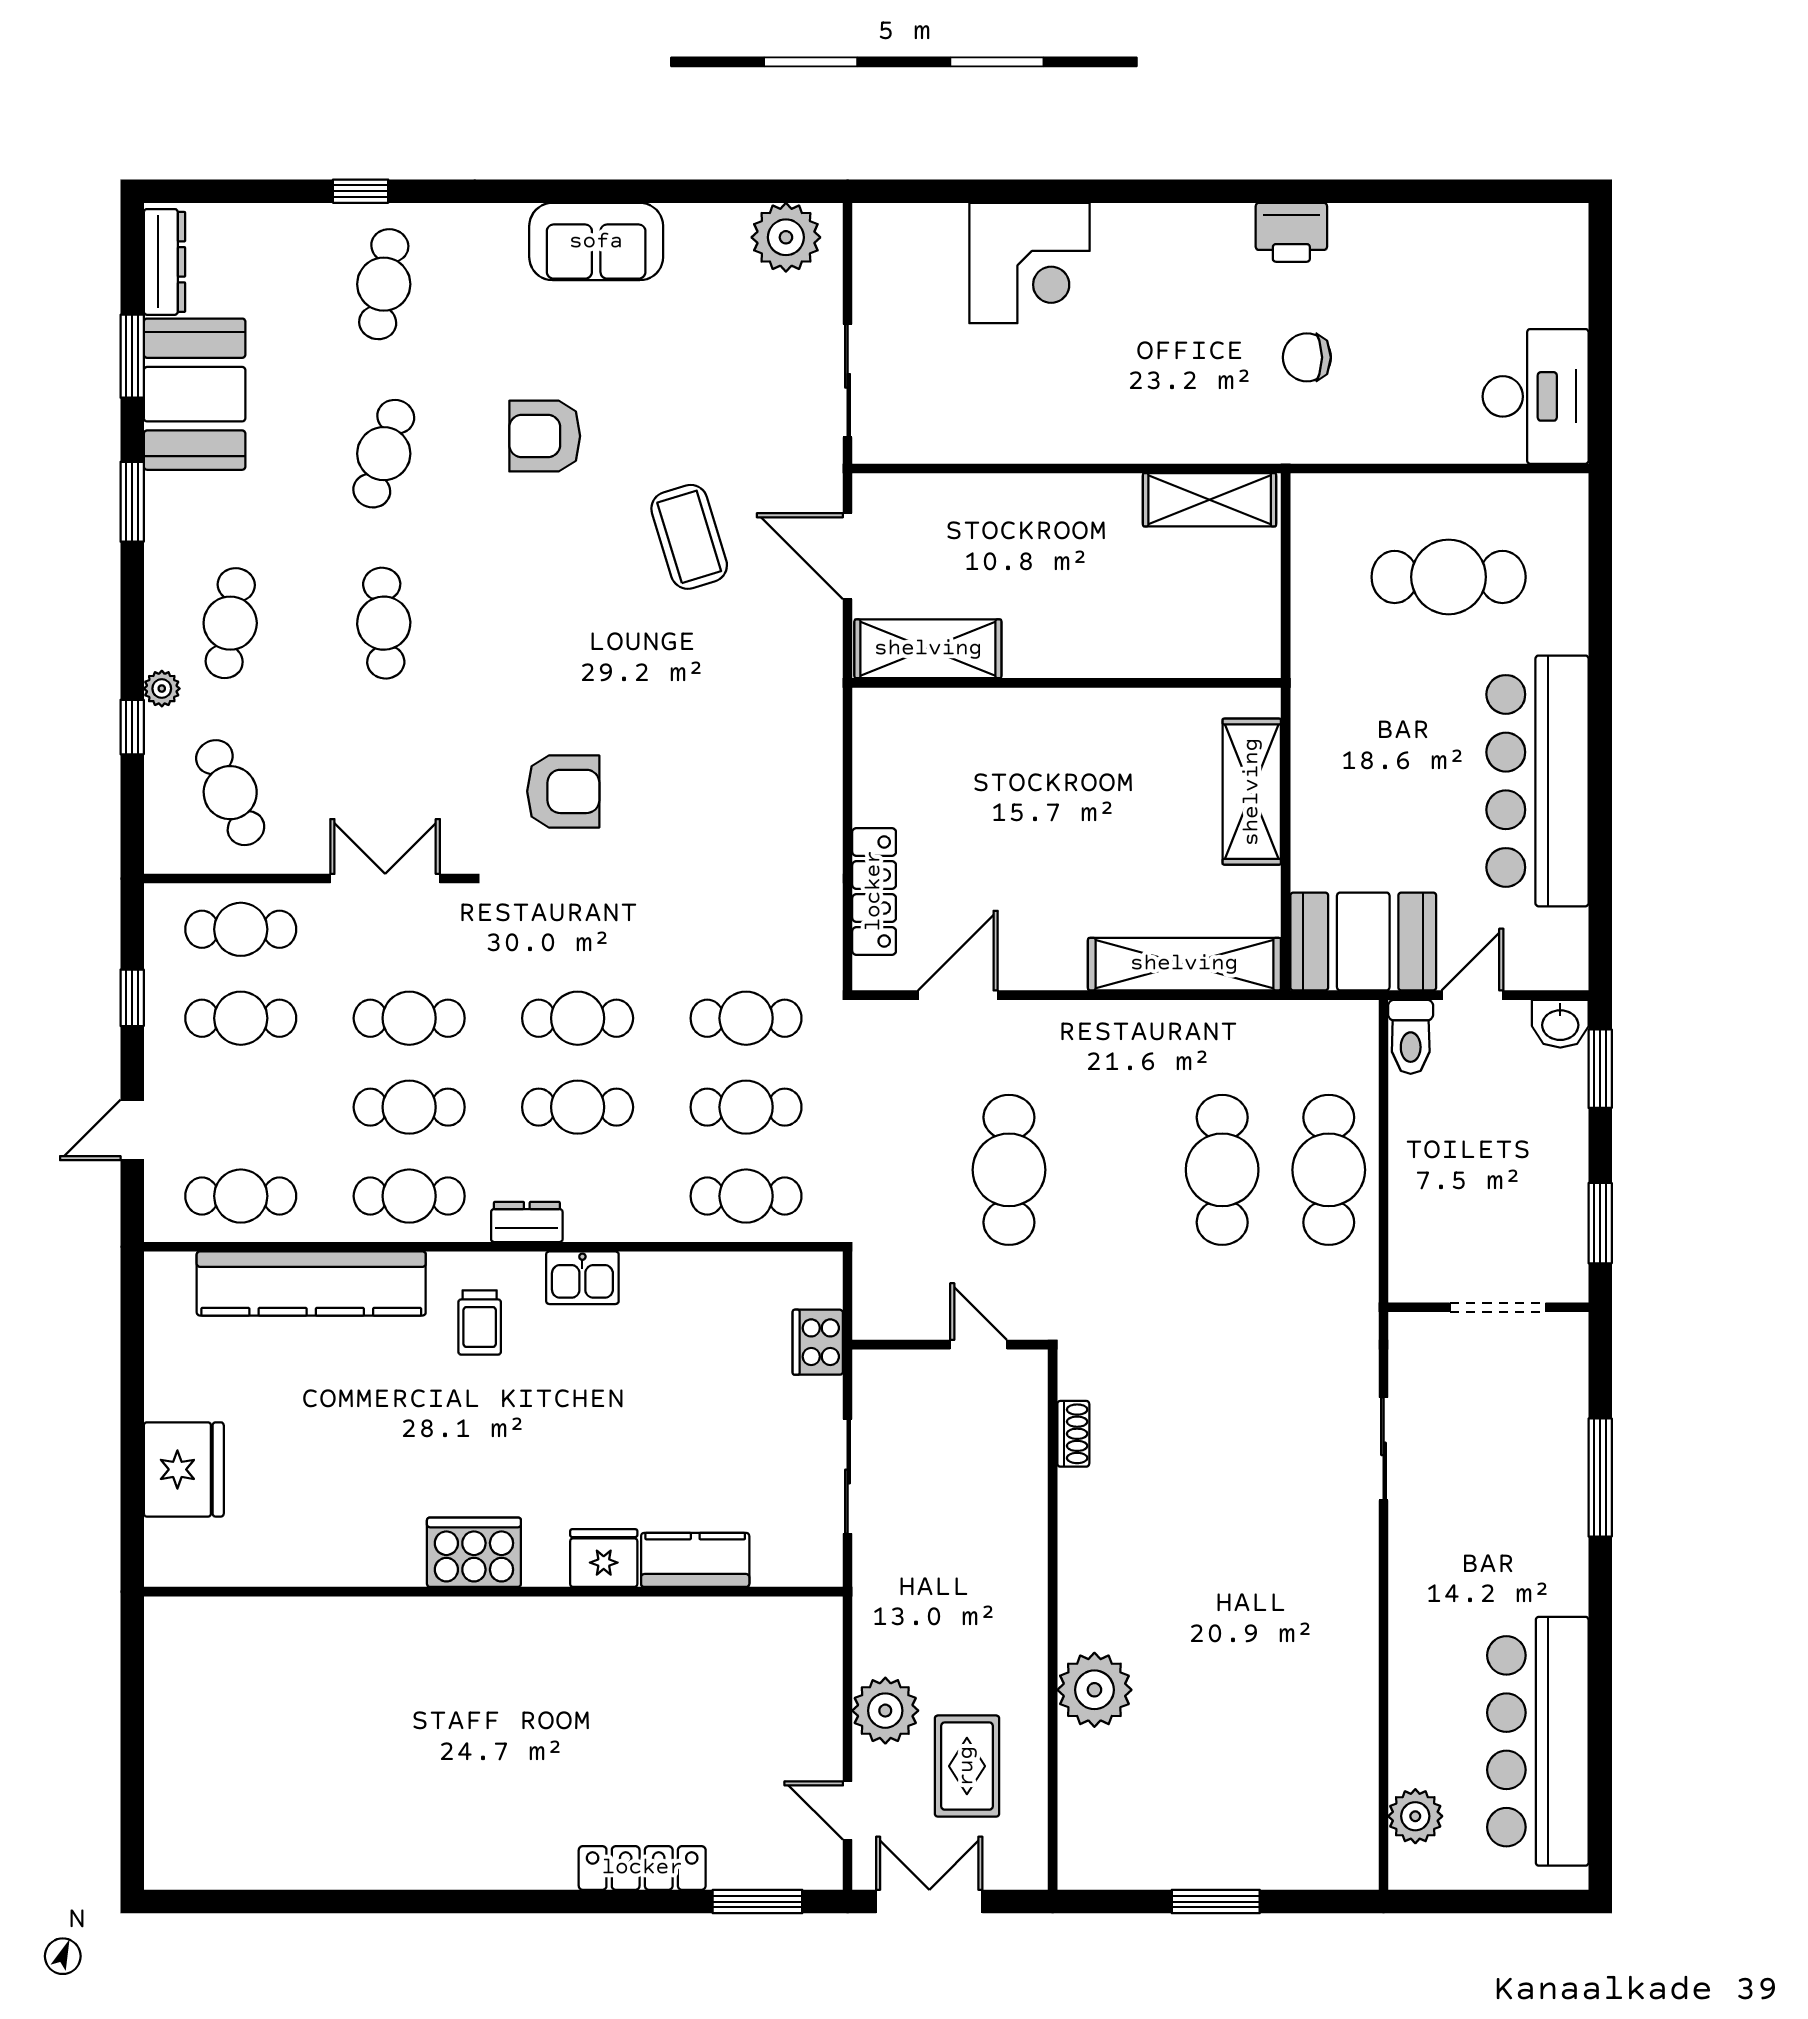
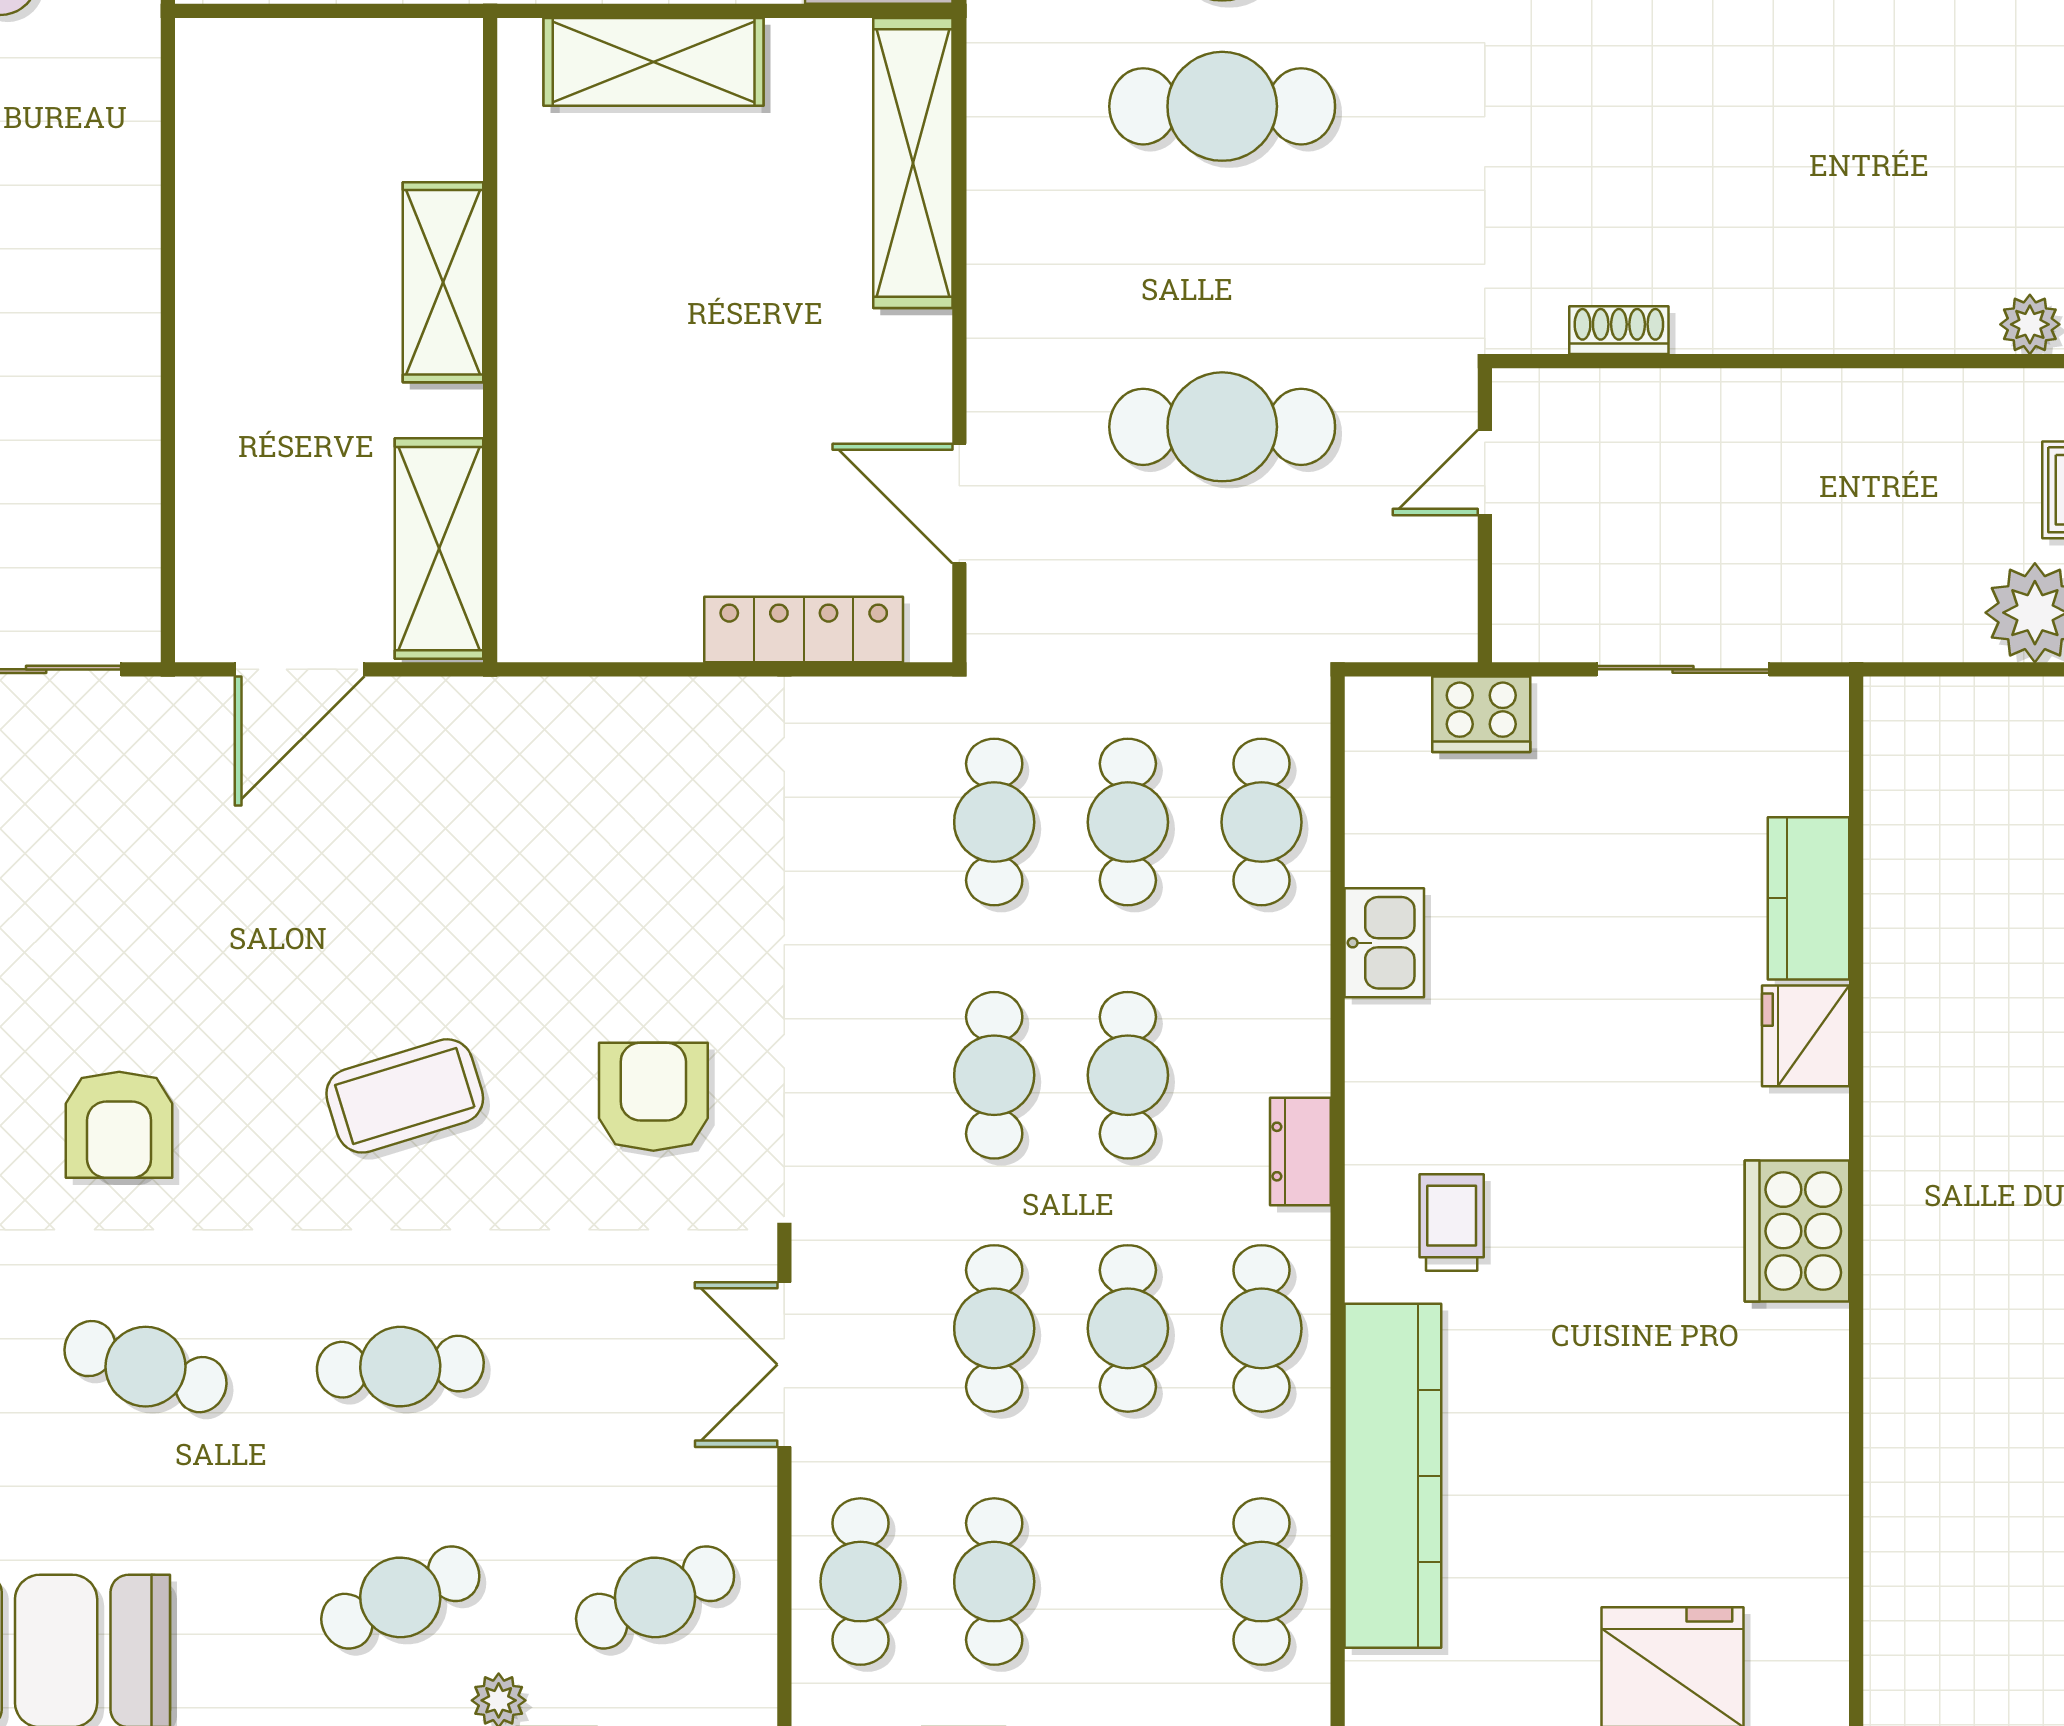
shelving: (1210, 500) -> (443, 282), moved
coffee table: (689, 537) -> (405, 1096), moved
cafe table: (230, 623) -> (400, 1597), turned -33
kitchen sink: (582, 1278) -> (1384, 943), moved
trolley: (480, 1323) -> (1452, 1222), turned -90
plant: (1094, 1690) -> (2030, 324), width x0.53, depth x0.53

